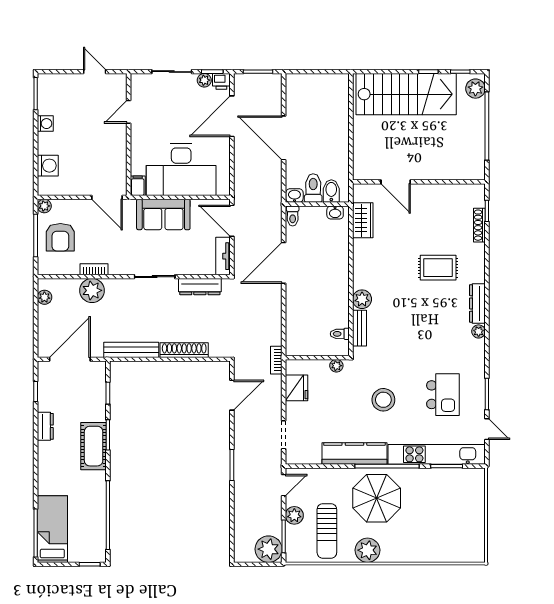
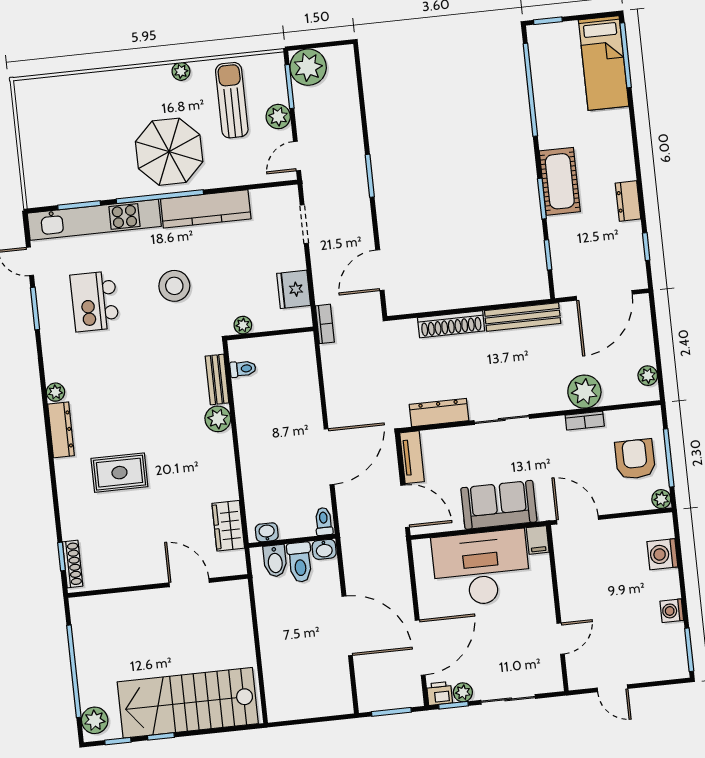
shoe rack: (479, 225) -> (73, 564), moved
plant: (368, 550) -> (181, 71), width x0.53, depth x0.53

